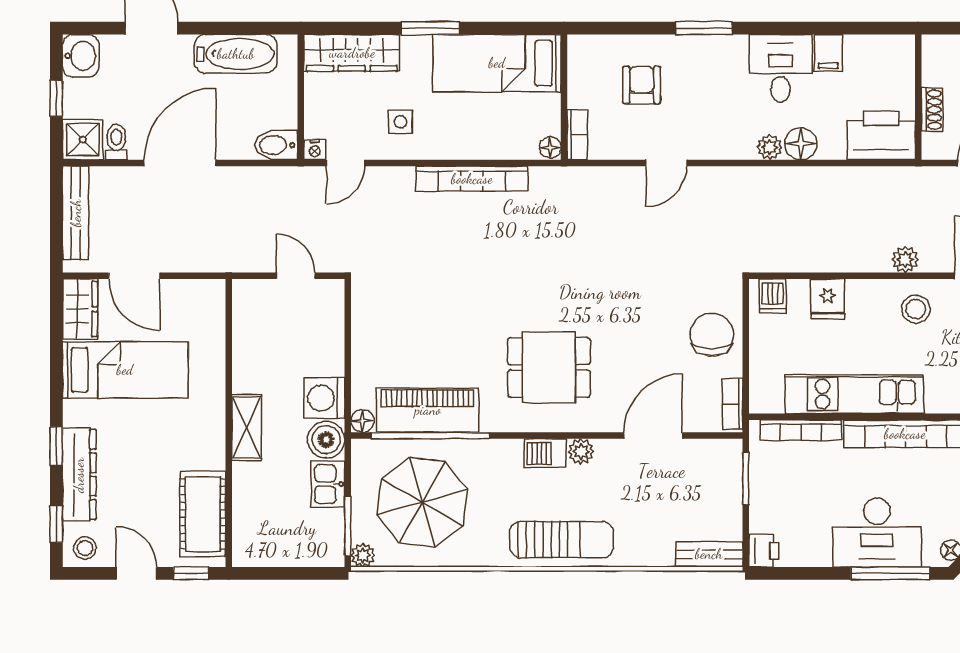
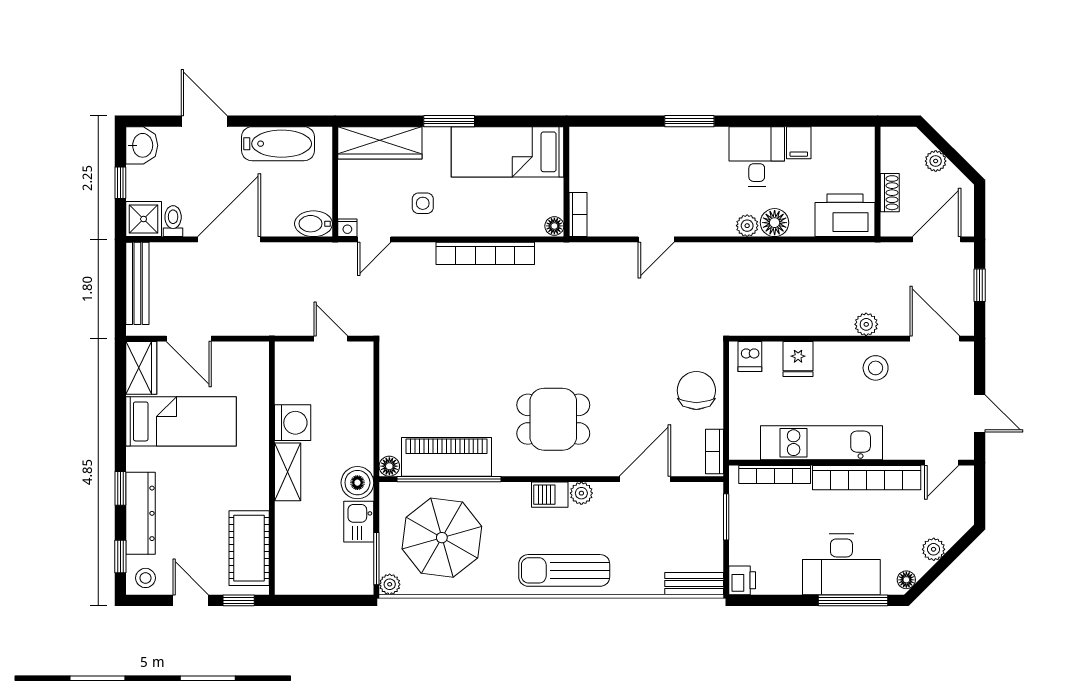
armchair: (642, 85) -> (635, 171), removed
washing machine: (324, 398) -> (293, 423), moved, turned 180
sun lounger: (561, 539) -> (564, 570), turned 180

